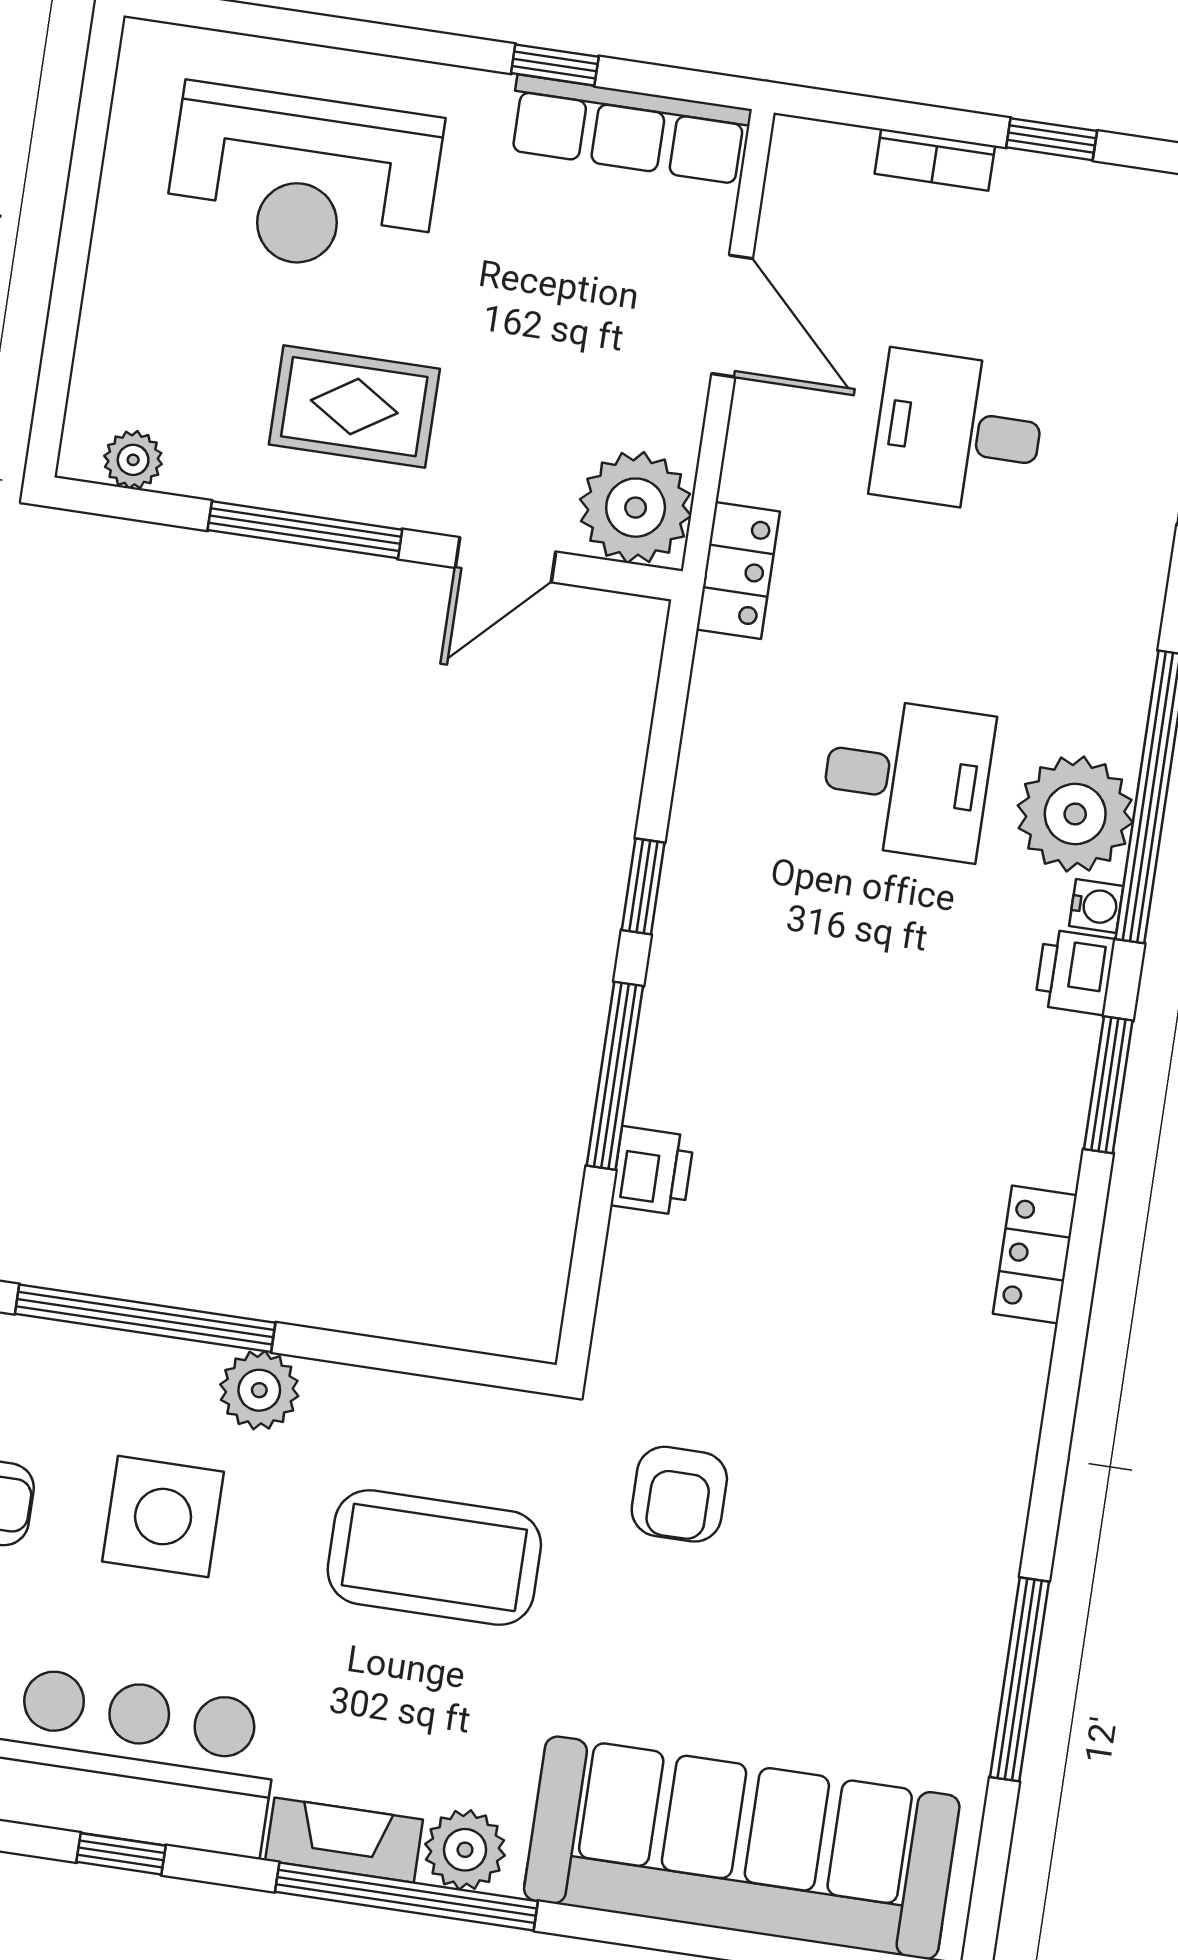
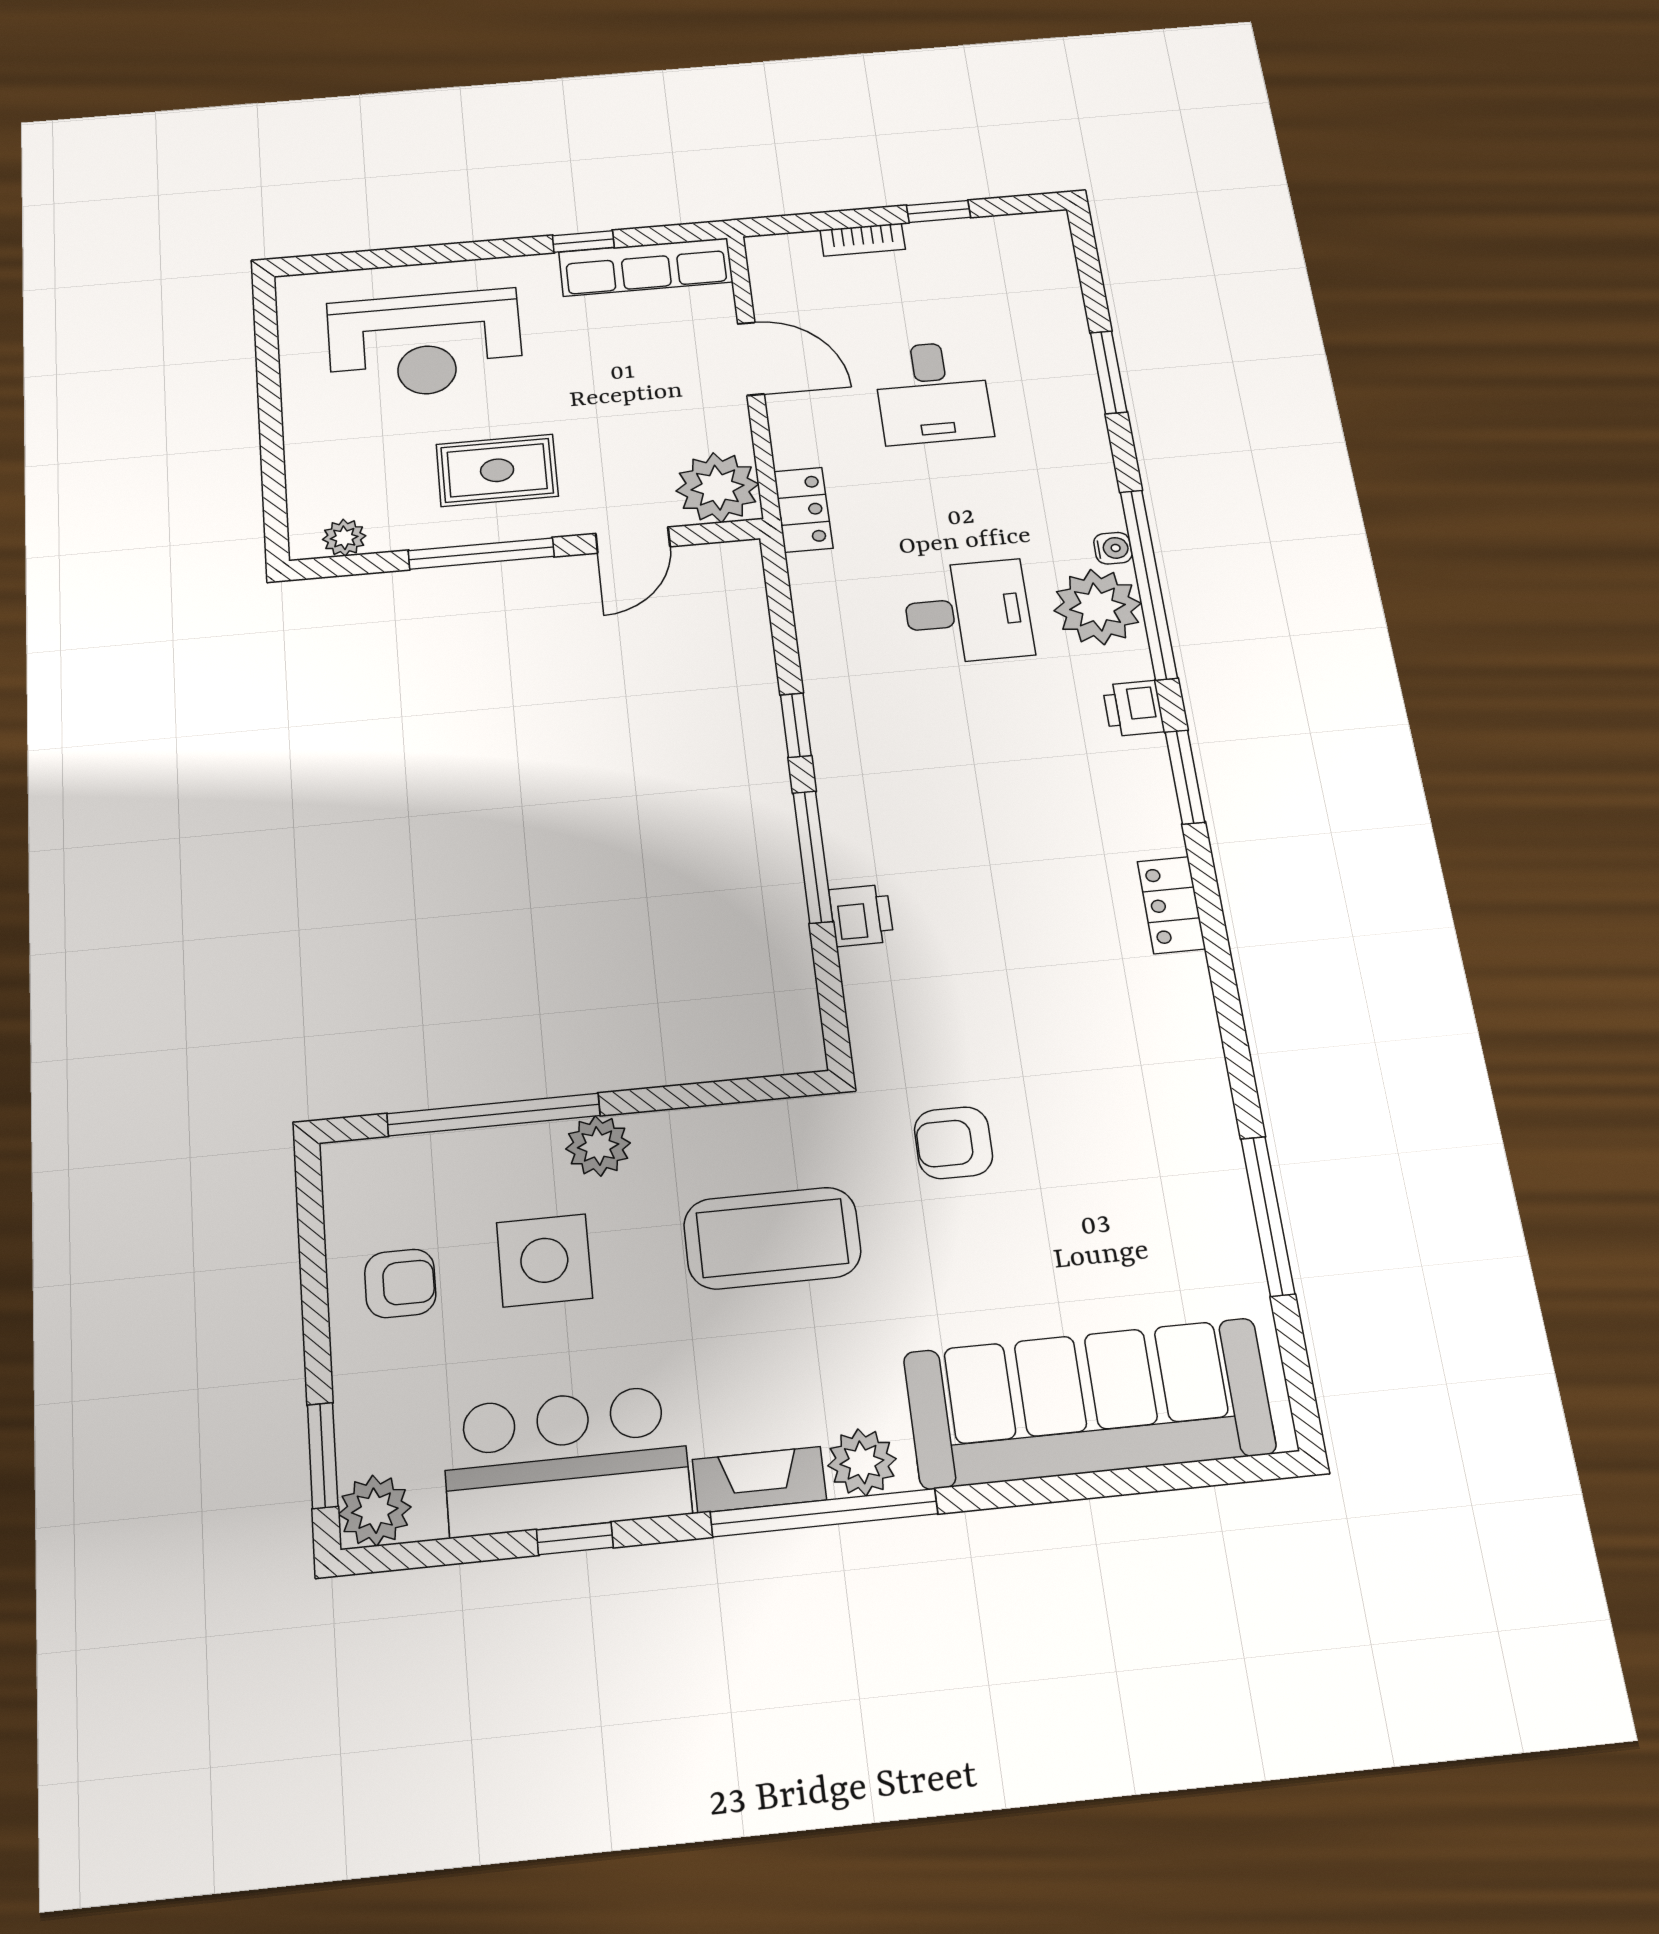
desk: (958, 432) -> (933, 393), turned -90
water cooler: (1096, 906) -> (1113, 548), moved
armchair: (679, 1494) -> (953, 1143), turned 90

